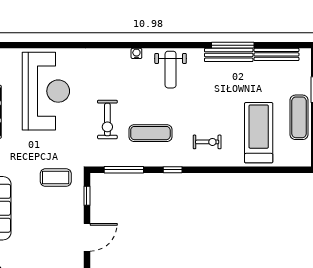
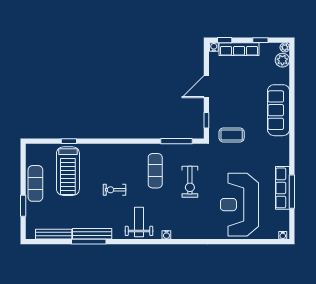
exercise bike: (107, 120) -> (190, 182), turned 180
exercise mat: (150, 133) -> (155, 171), turned 90
exercise bike: (207, 142) -> (114, 190), moved
window: (173, 170) -> (69, 141), moved

